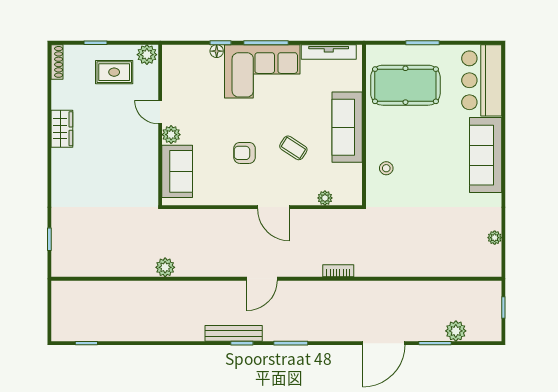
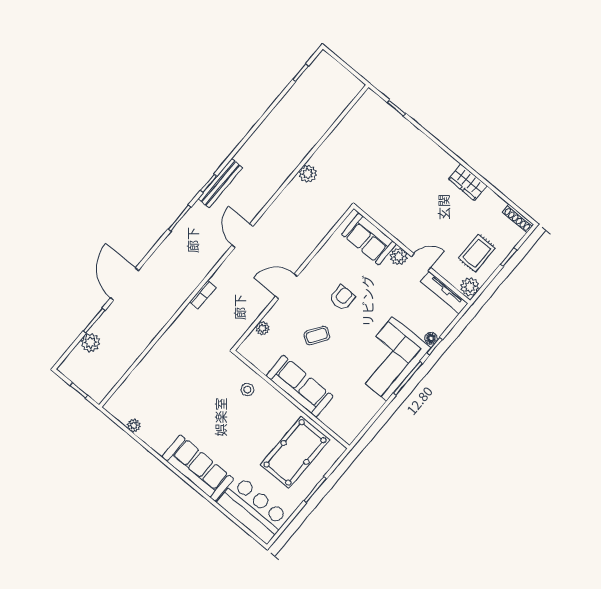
tv unit: (329, 52) -> (444, 292), moved, turned -90

